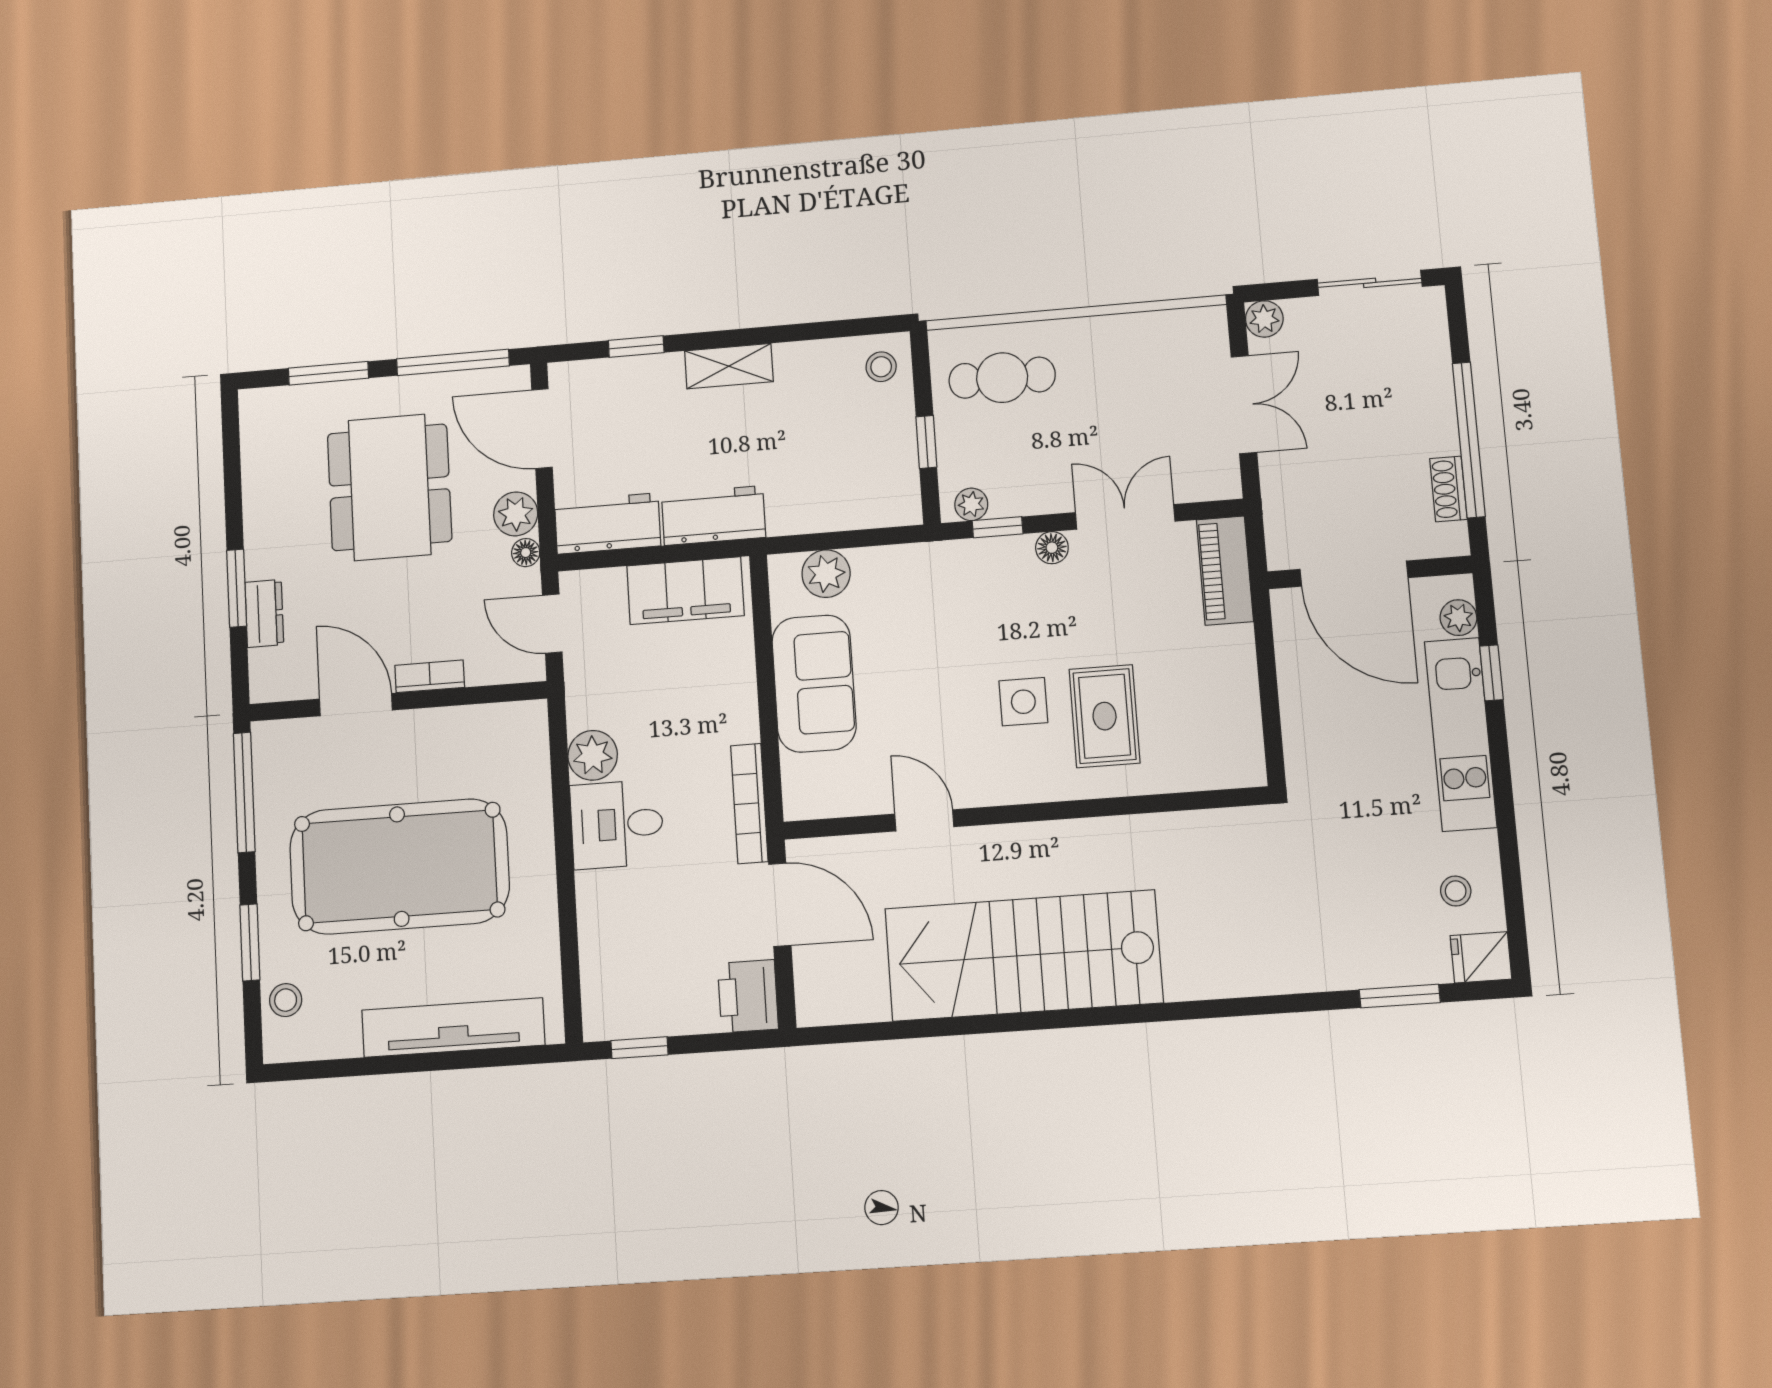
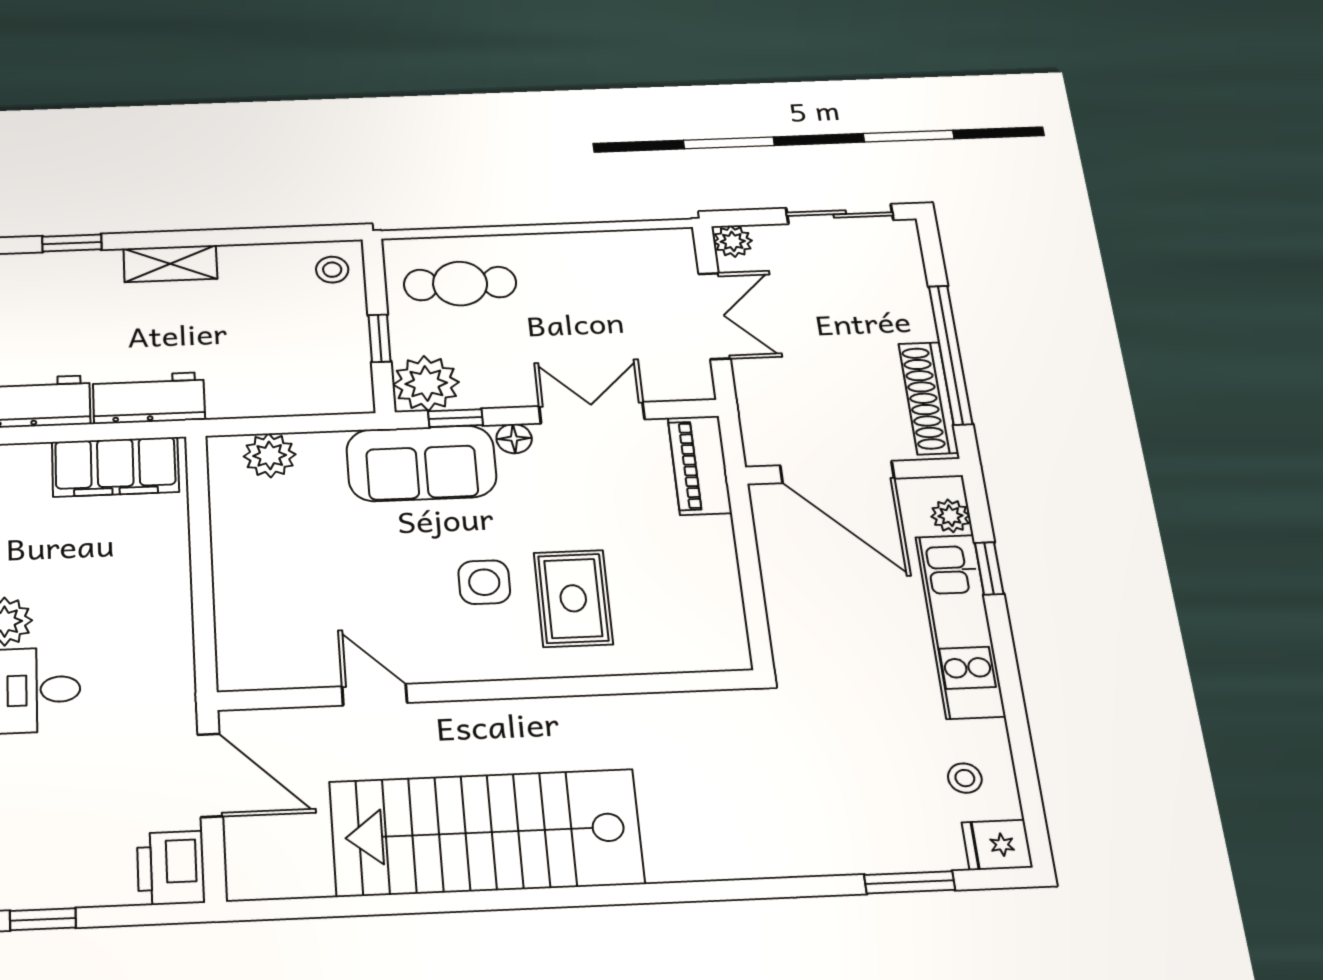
shoe rack: (1448, 489) -> (928, 398), width x1.94, depth x1.24
plant: (971, 504) -> (426, 383), width x1.87, depth x1.87
sofa: (814, 684) -> (421, 463), moved, turned 90
bookcase: (749, 804) -> (179, 673), removed

